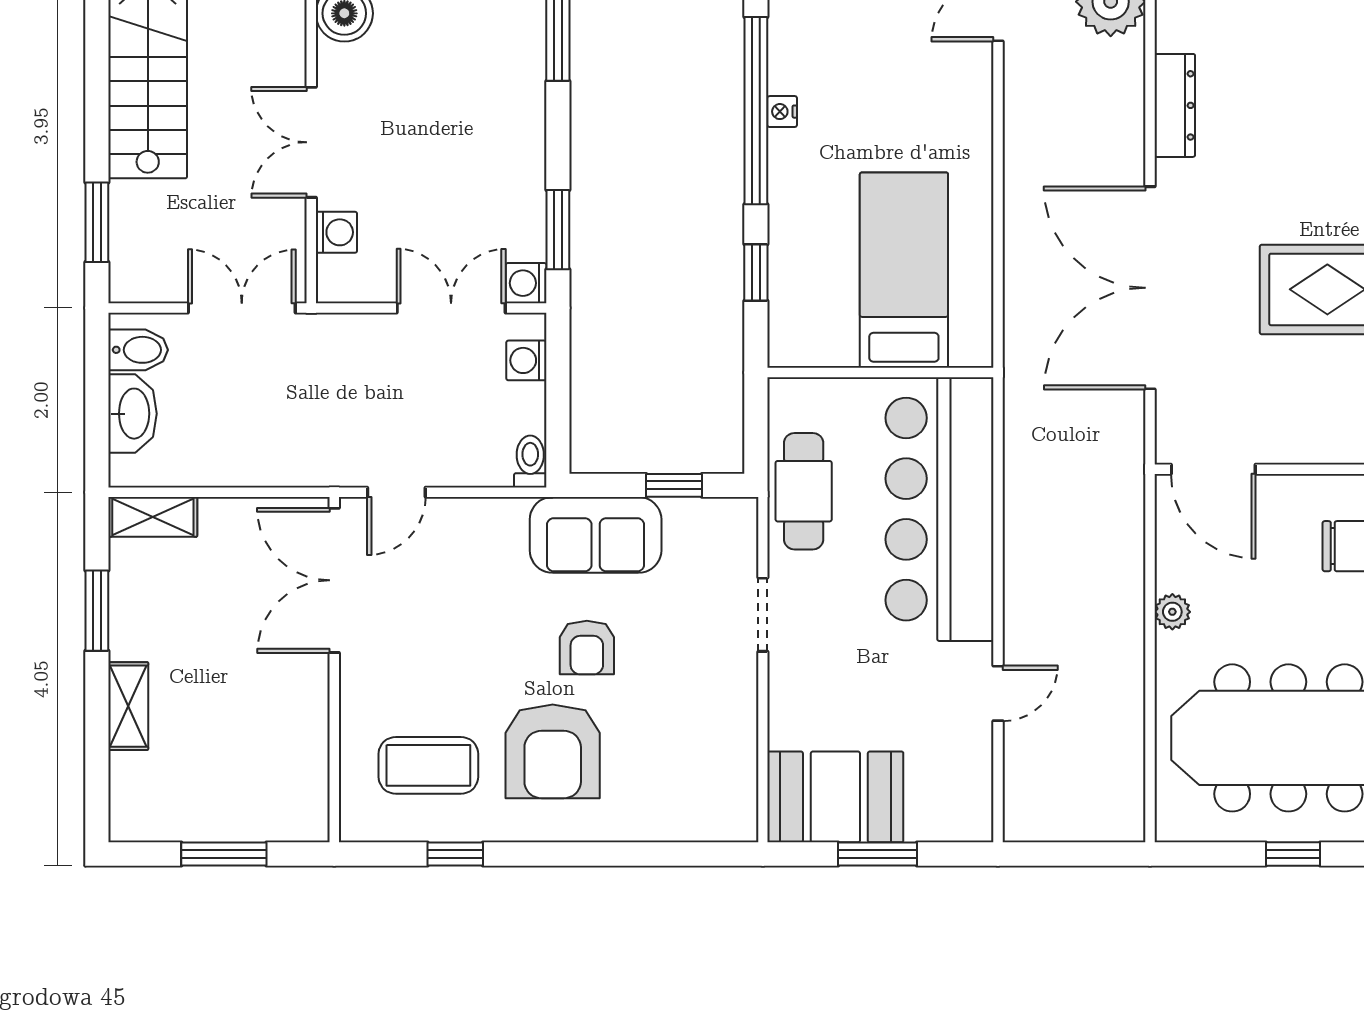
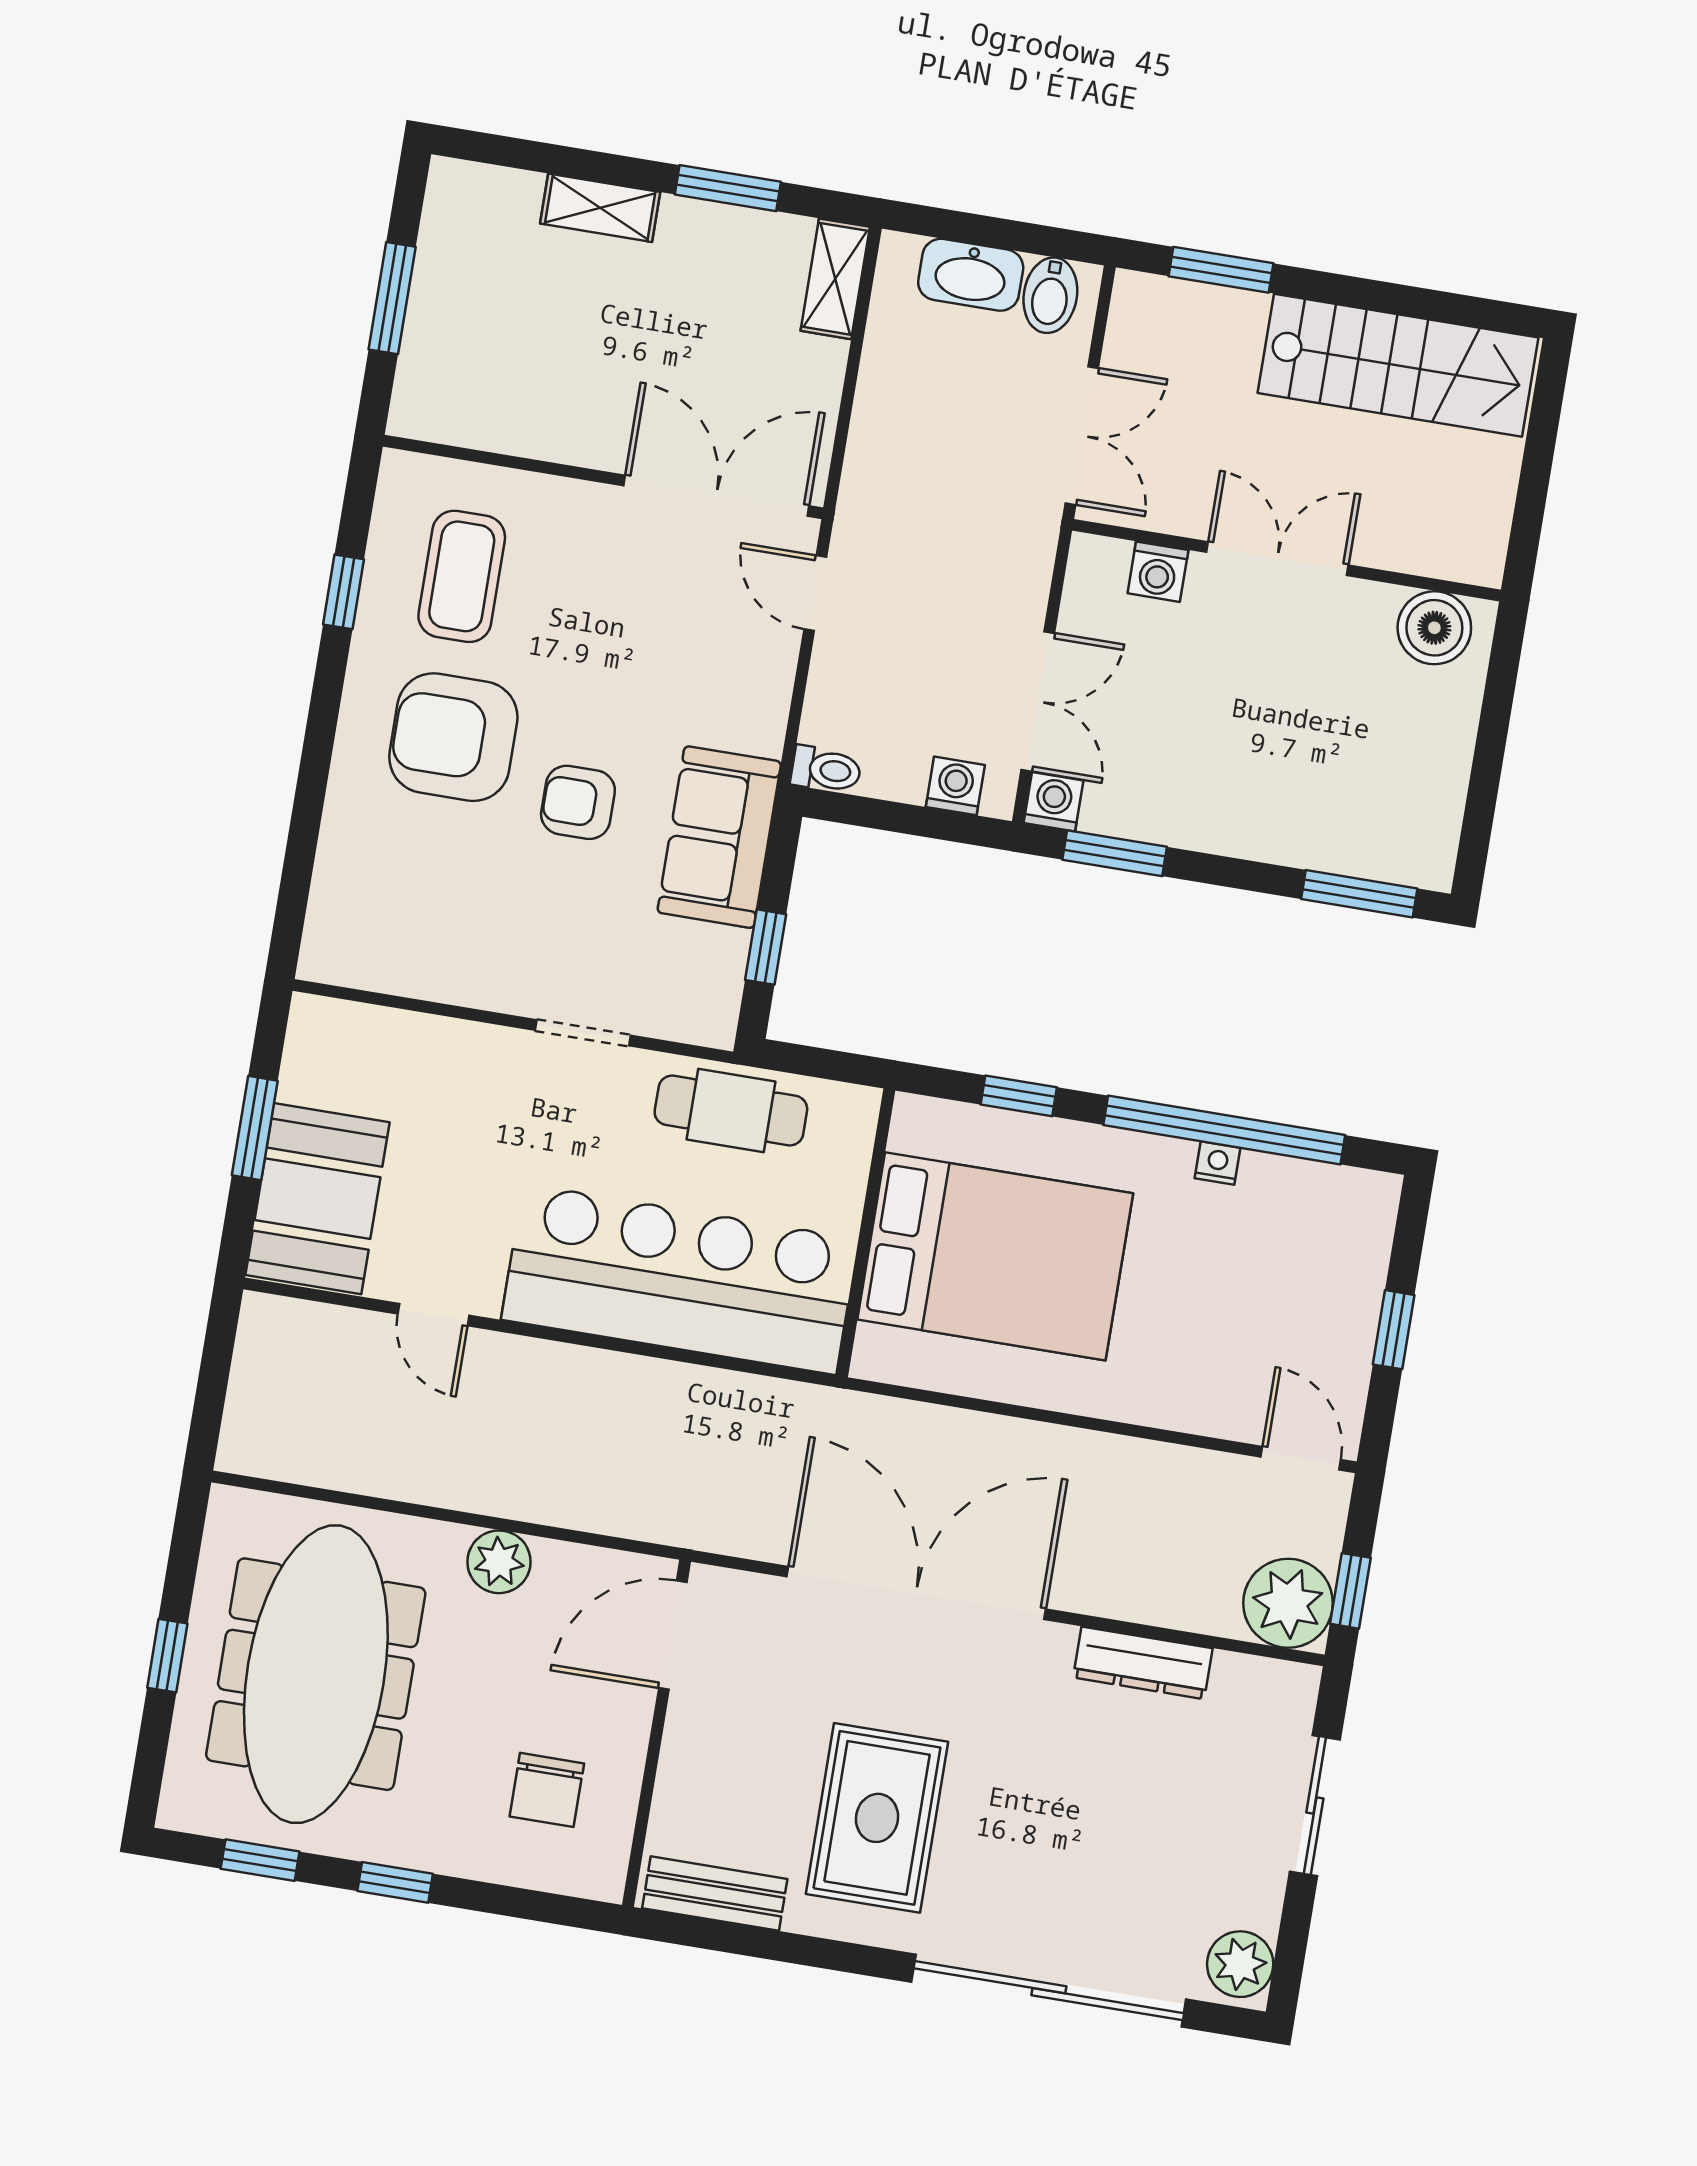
bed: (904, 270) -> (995, 1256), width x1.50
plant: (1172, 612) -> (499, 1562), width x1.38, depth x1.38
booth: (835, 797) -> (318, 1199), moved

